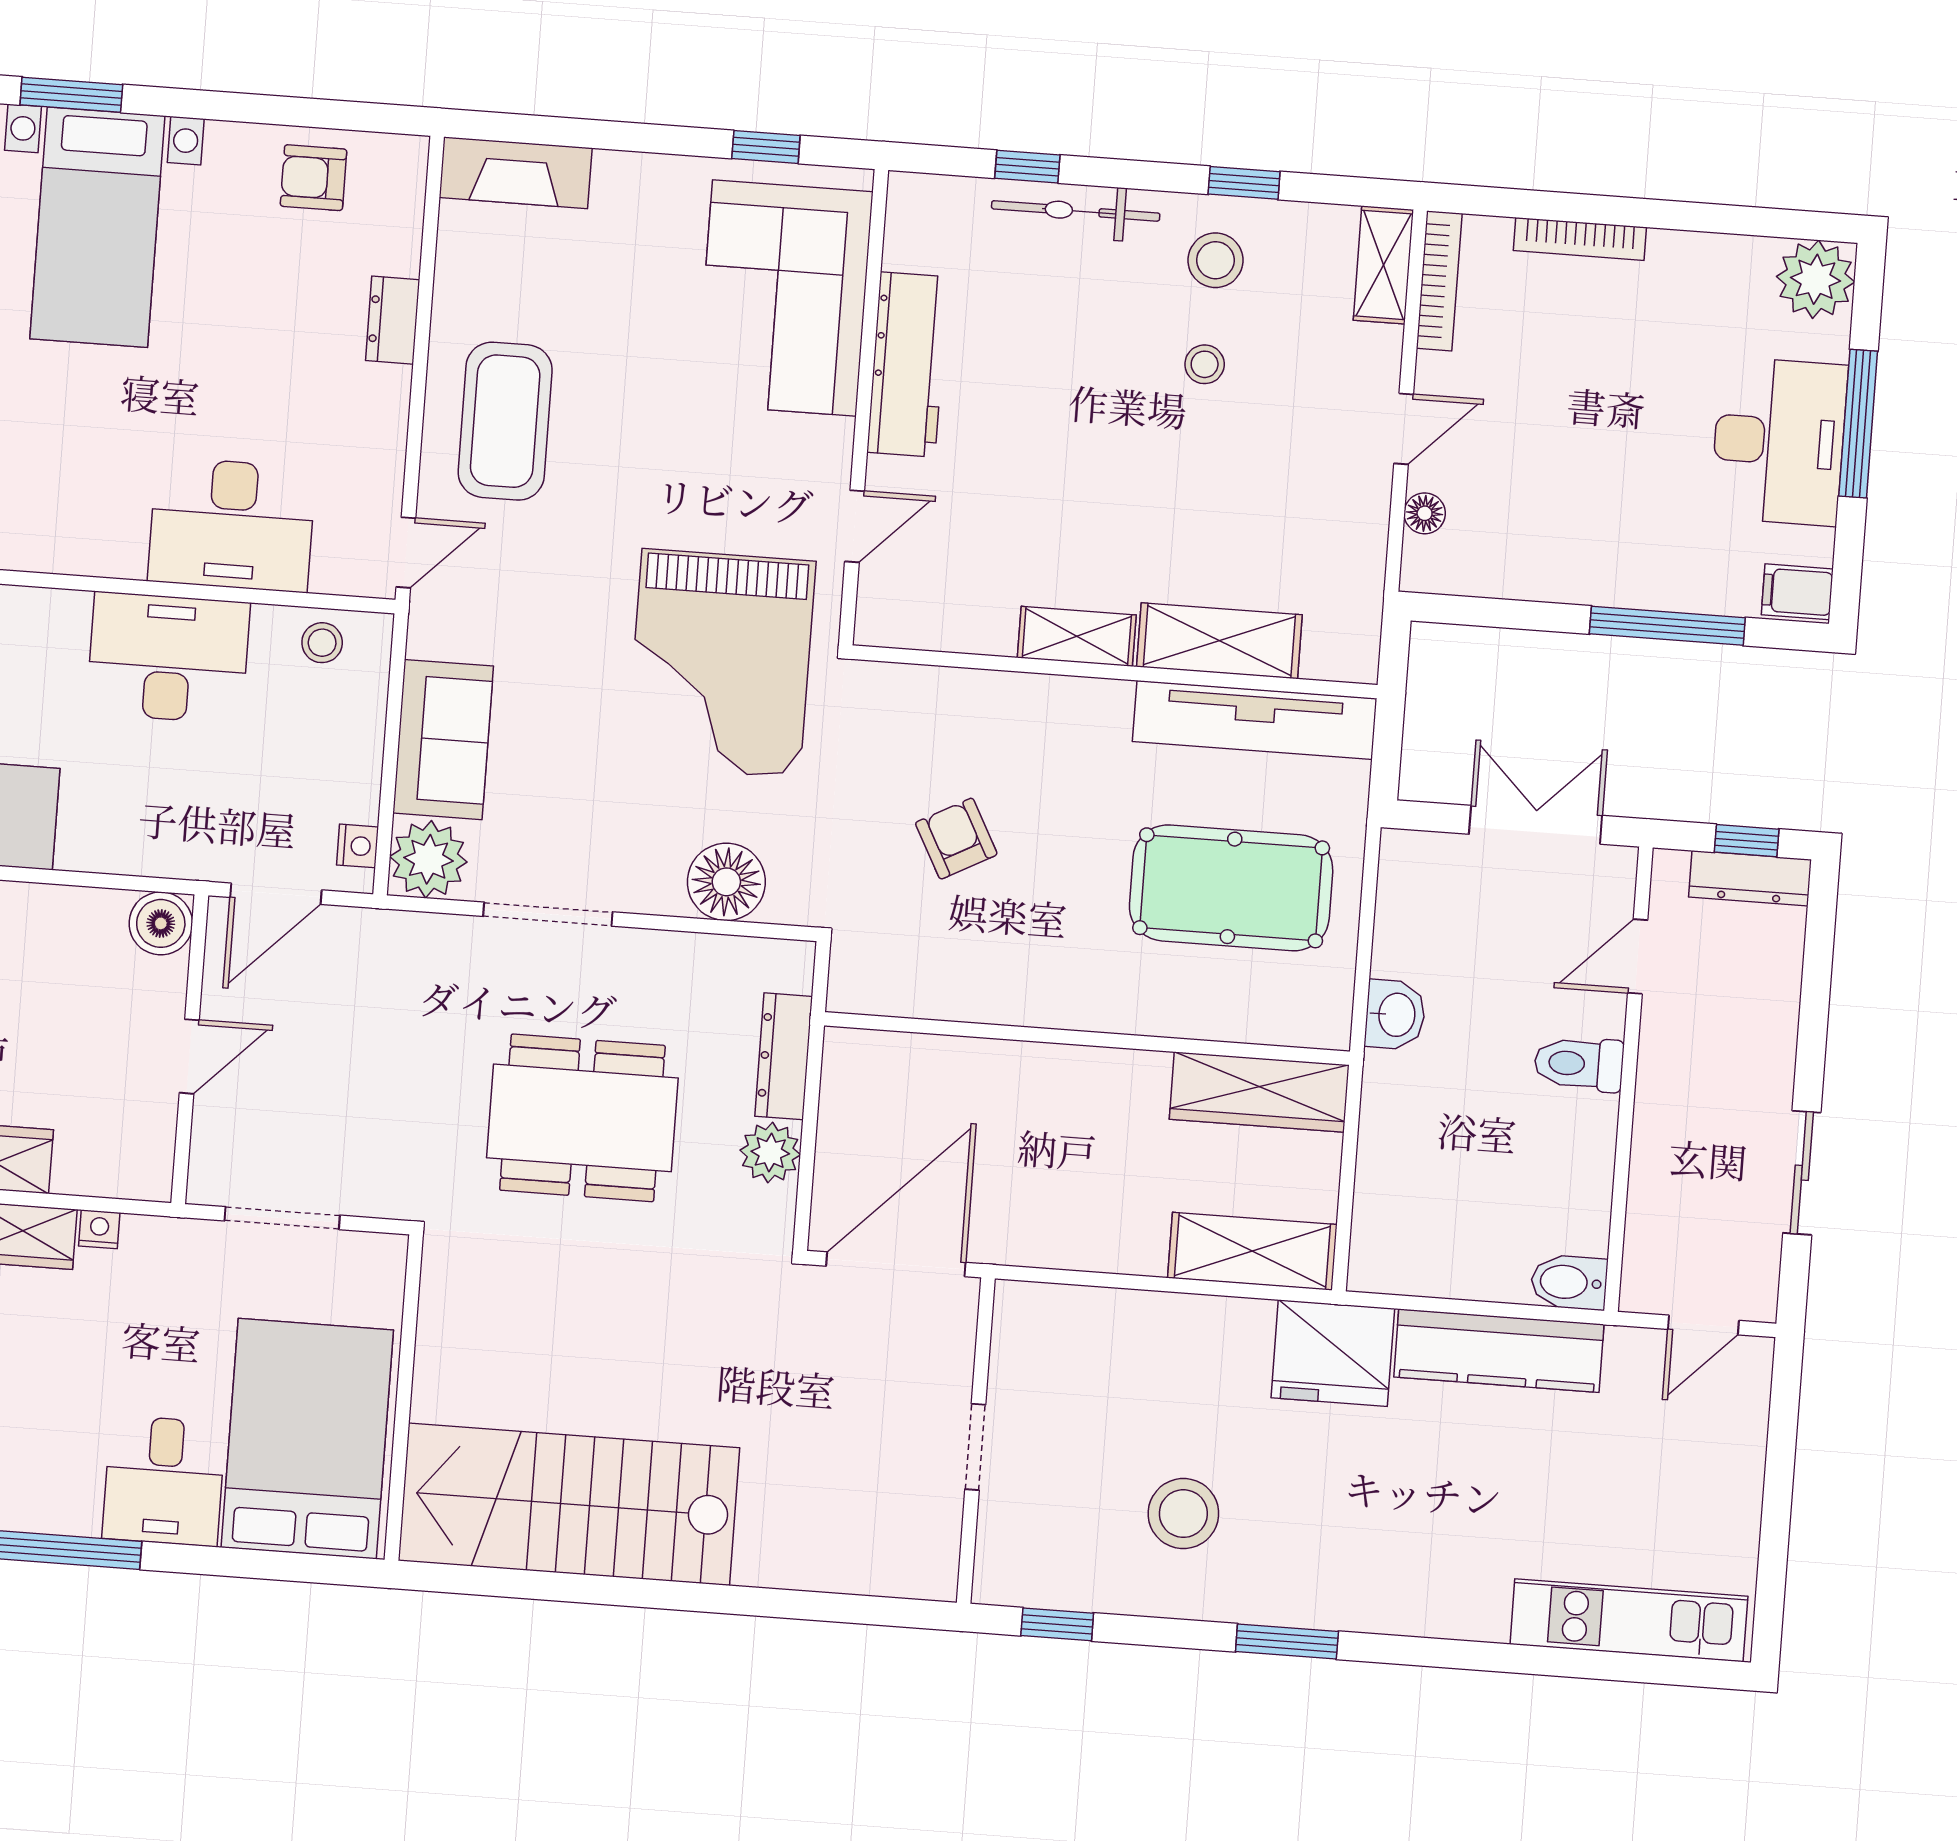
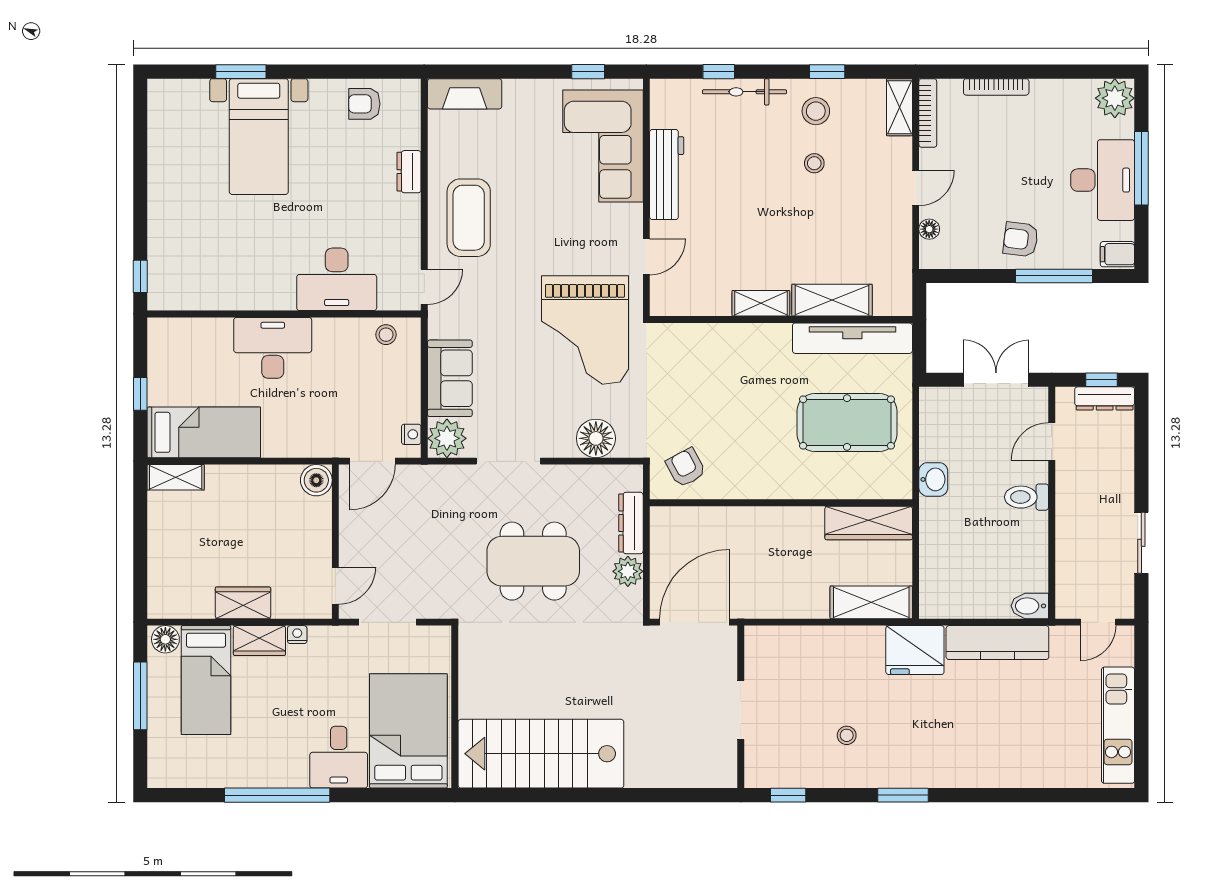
armchair: (1606, 547) -> (1021, 239), added
desk: (168, 658) -> (273, 348), moved
armchair: (956, 839) -> (686, 468), moved
door: (189, 1056) -> (335, 586), moved
doorway: (975, 1447) -> (741, 710), width x1.38
stool: (1183, 1514) -> (847, 735), width x0.53, depth x0.53
kitchen unit: (1629, 1620) -> (1118, 725), moved, turned -90

